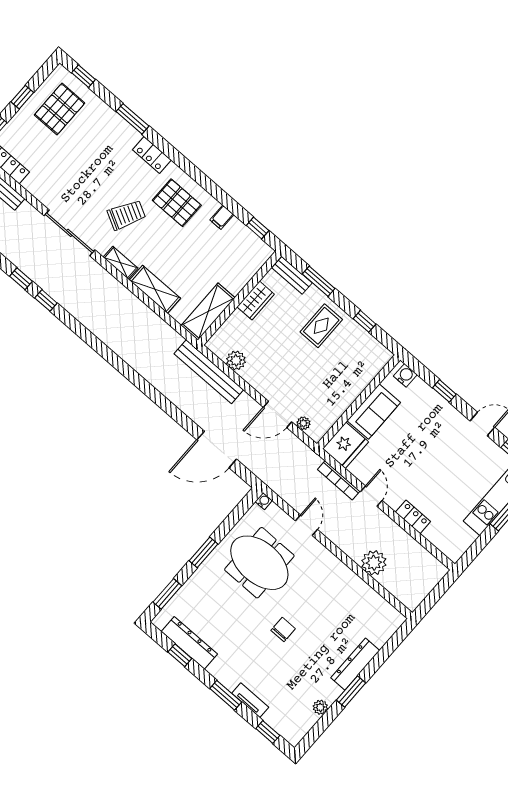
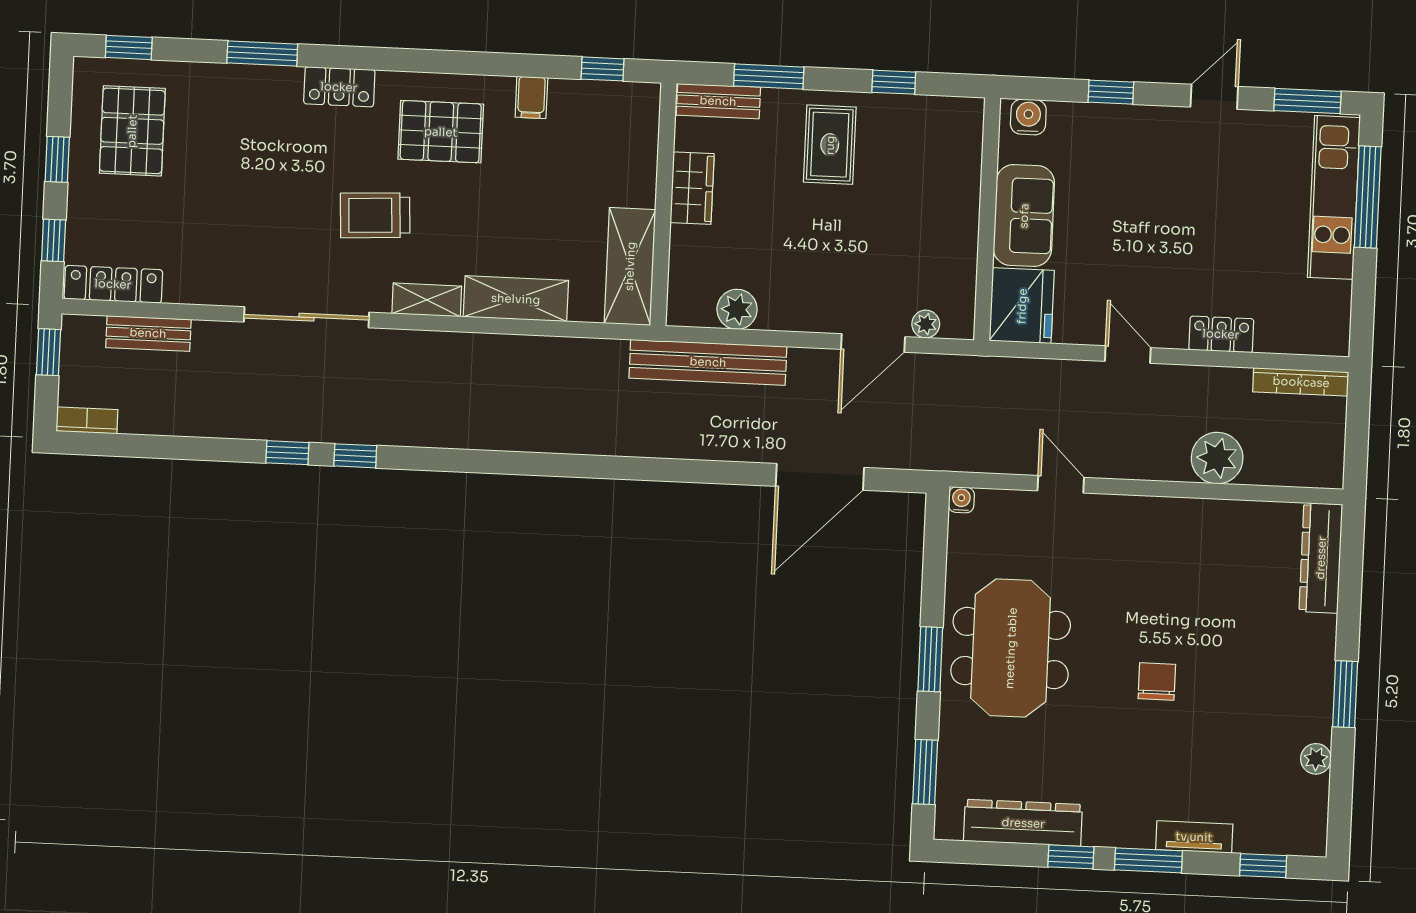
trolley: (126, 215) -> (375, 215), turned -121
bookcase: (339, 480) -> (1301, 382), moved
meeting table: (259, 563) -> (1011, 648), moved, turned 90
window: (180, 655) -> (1071, 857), moved
dresser: (355, 664) -> (1321, 558), moved

